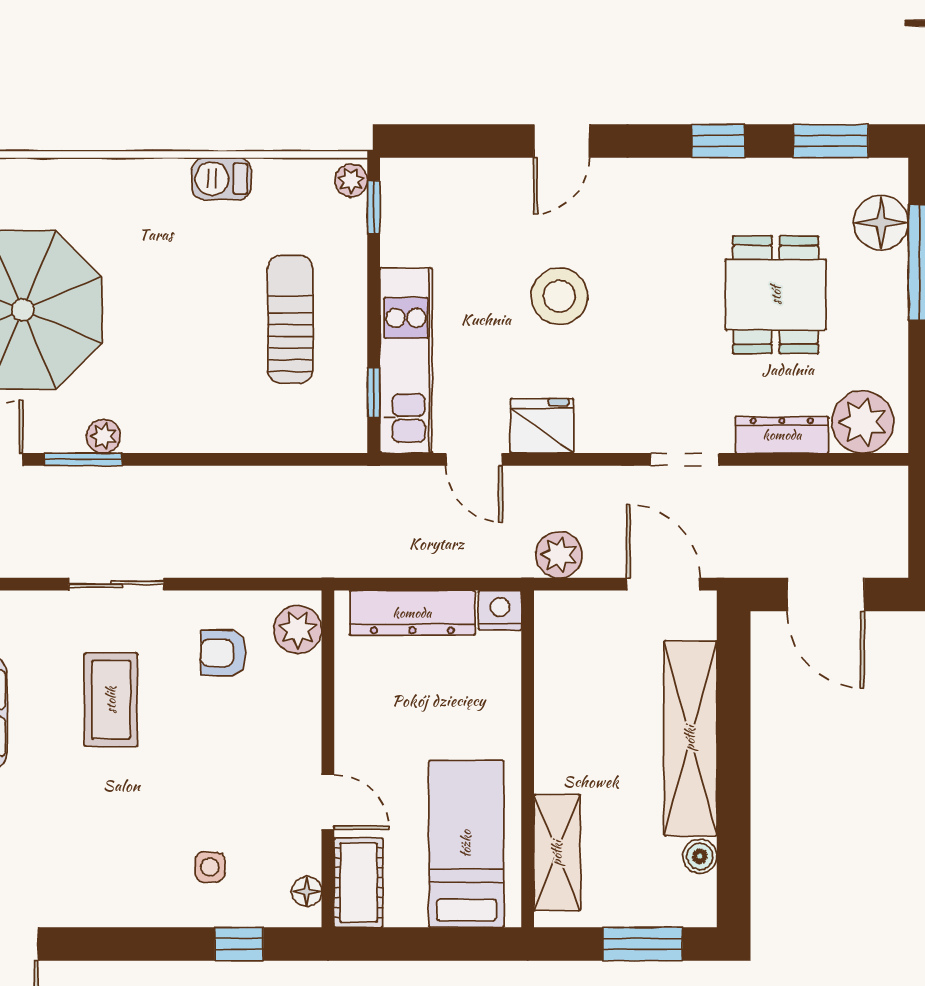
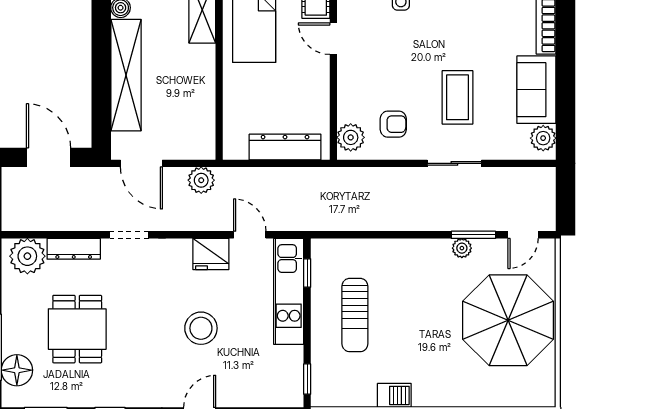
plant: (351, 180) -> (320, 394), removed
nightstand: (500, 610) -> (235, 149), removed

